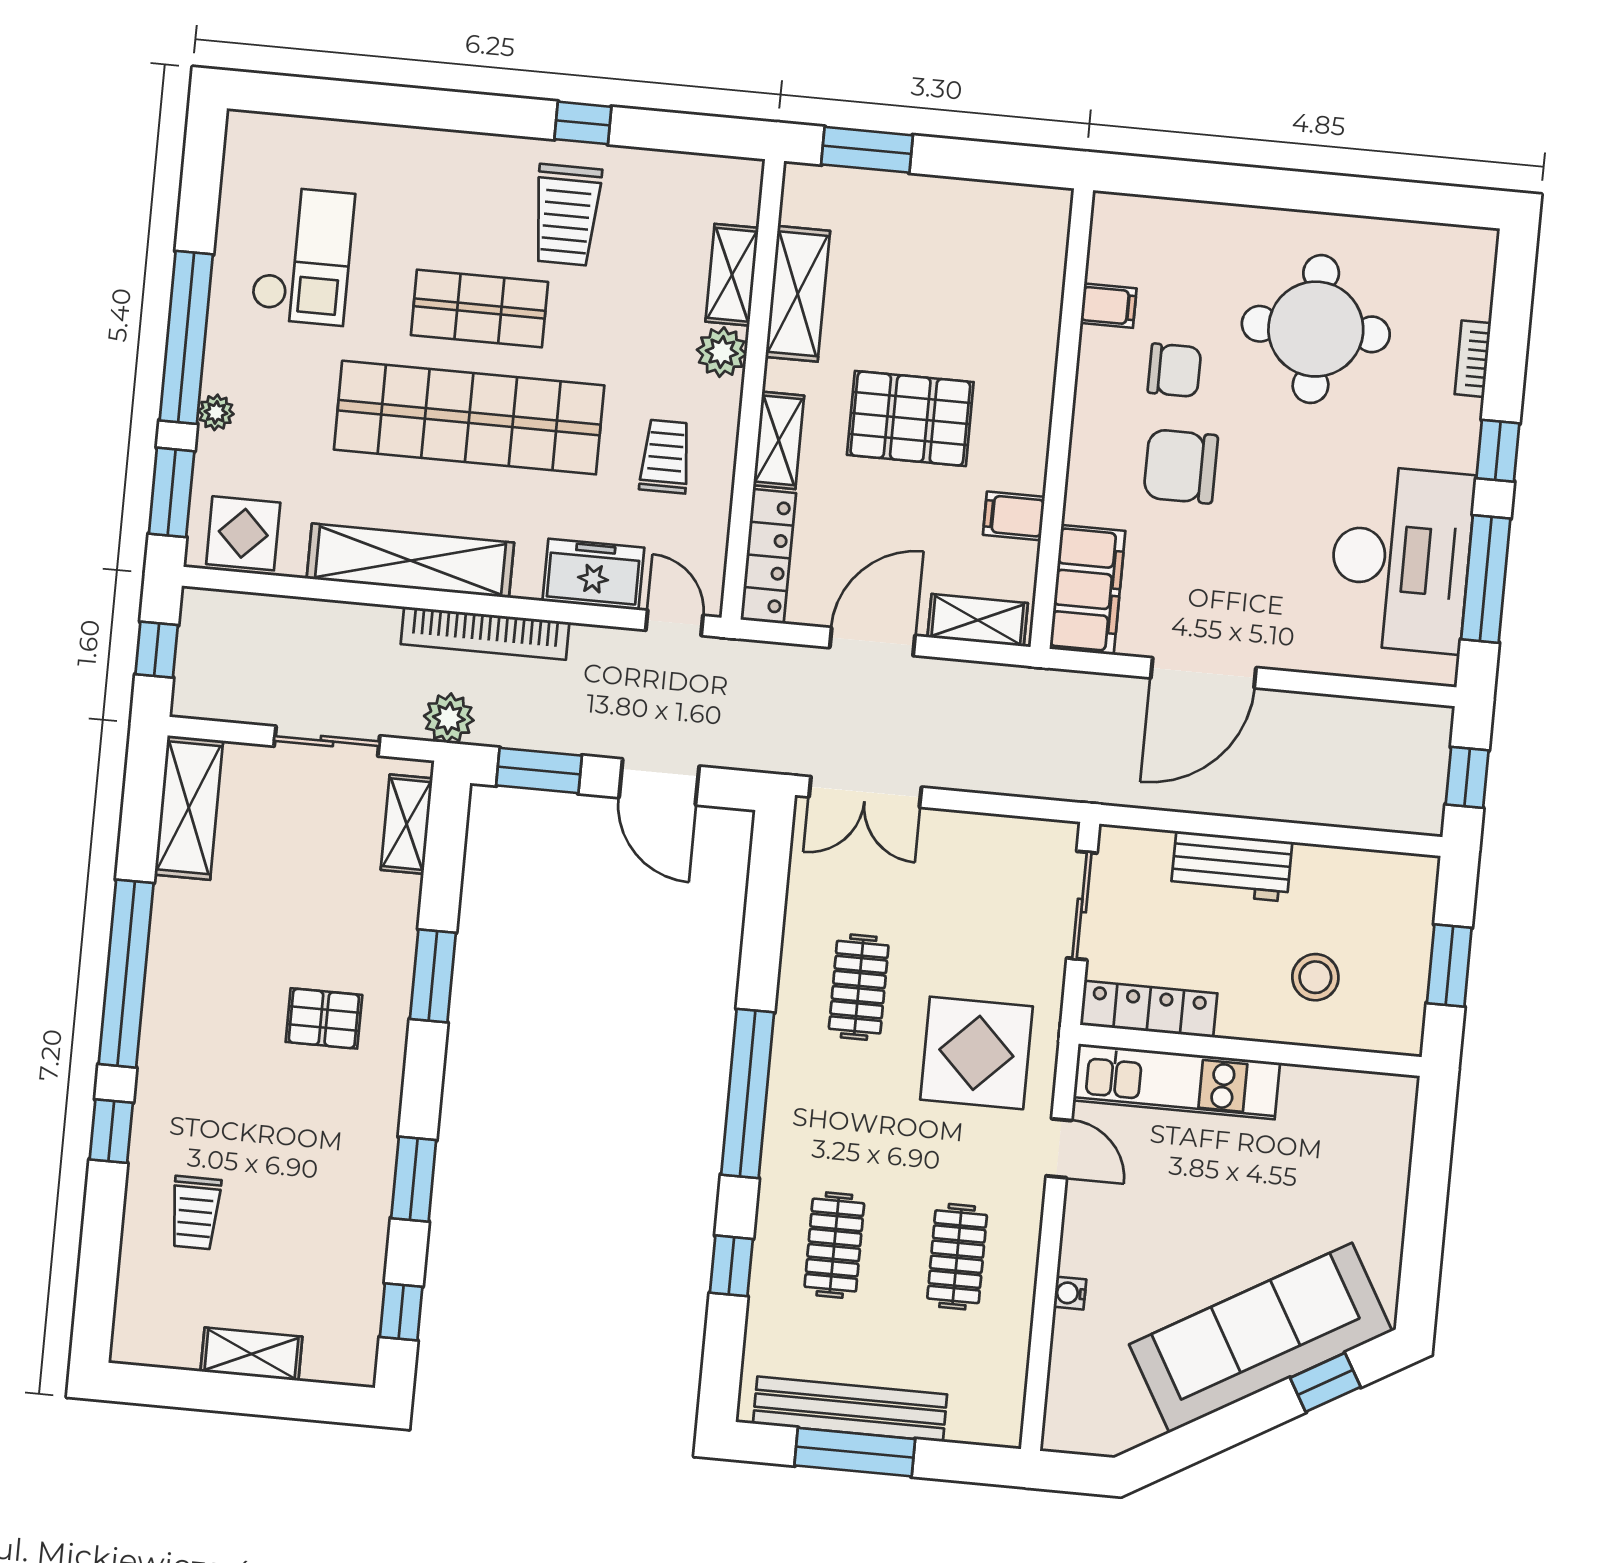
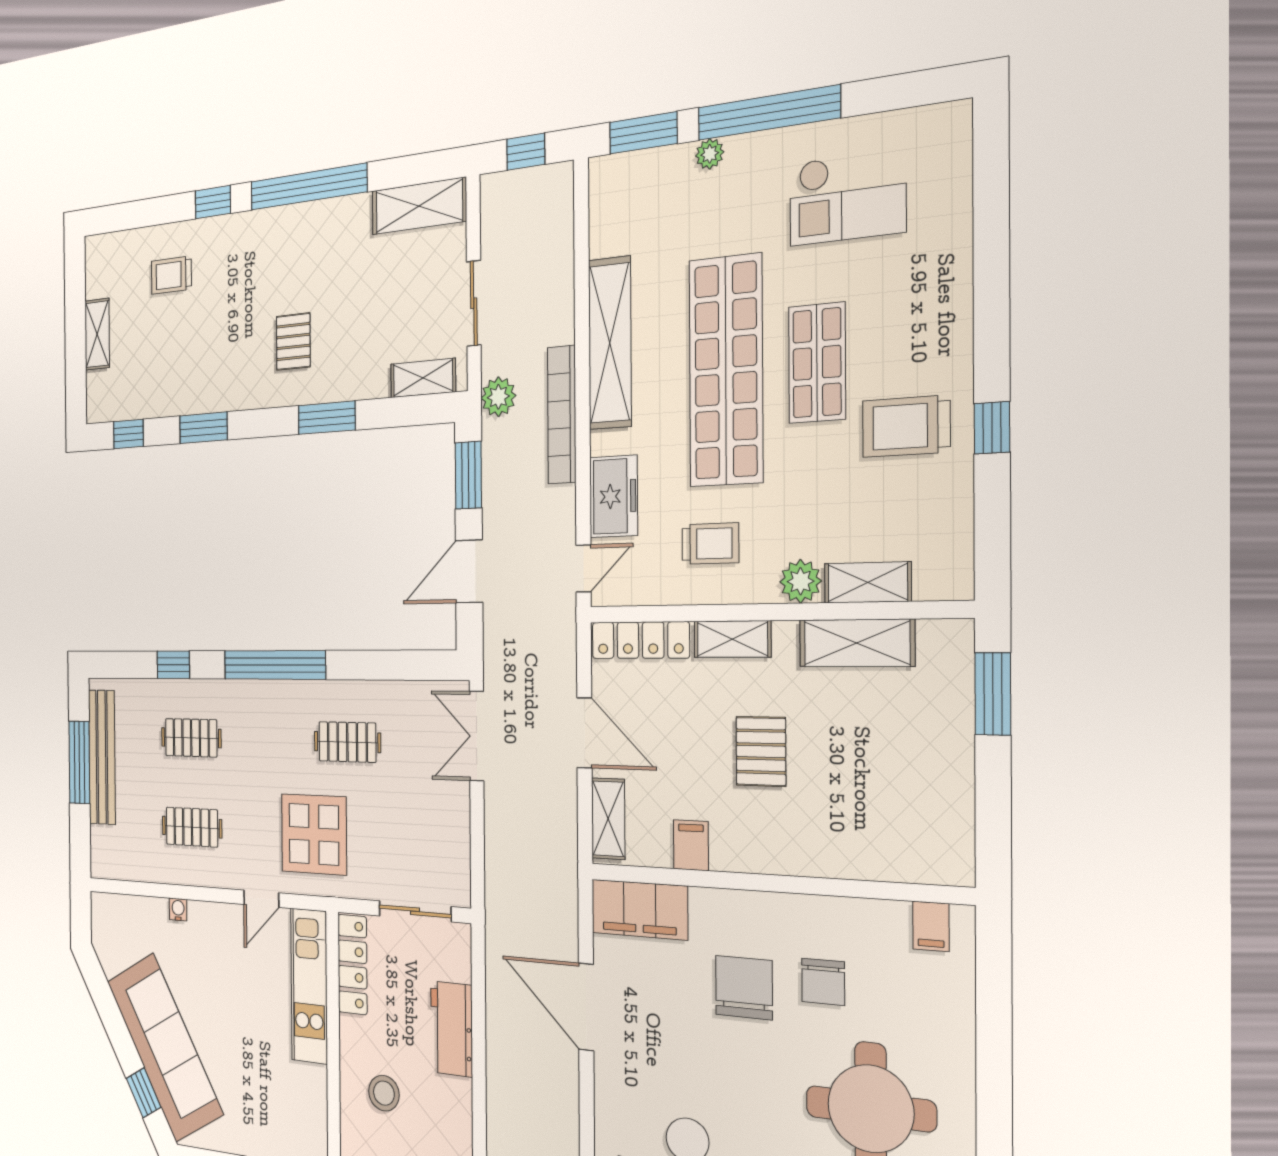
filing cabinet: (1108, 306) -> (931, 926), moved
pallet: (910, 419) -> (761, 751), width x0.67, depth x0.71
display table: (243, 533) -> (618, 200), removed

